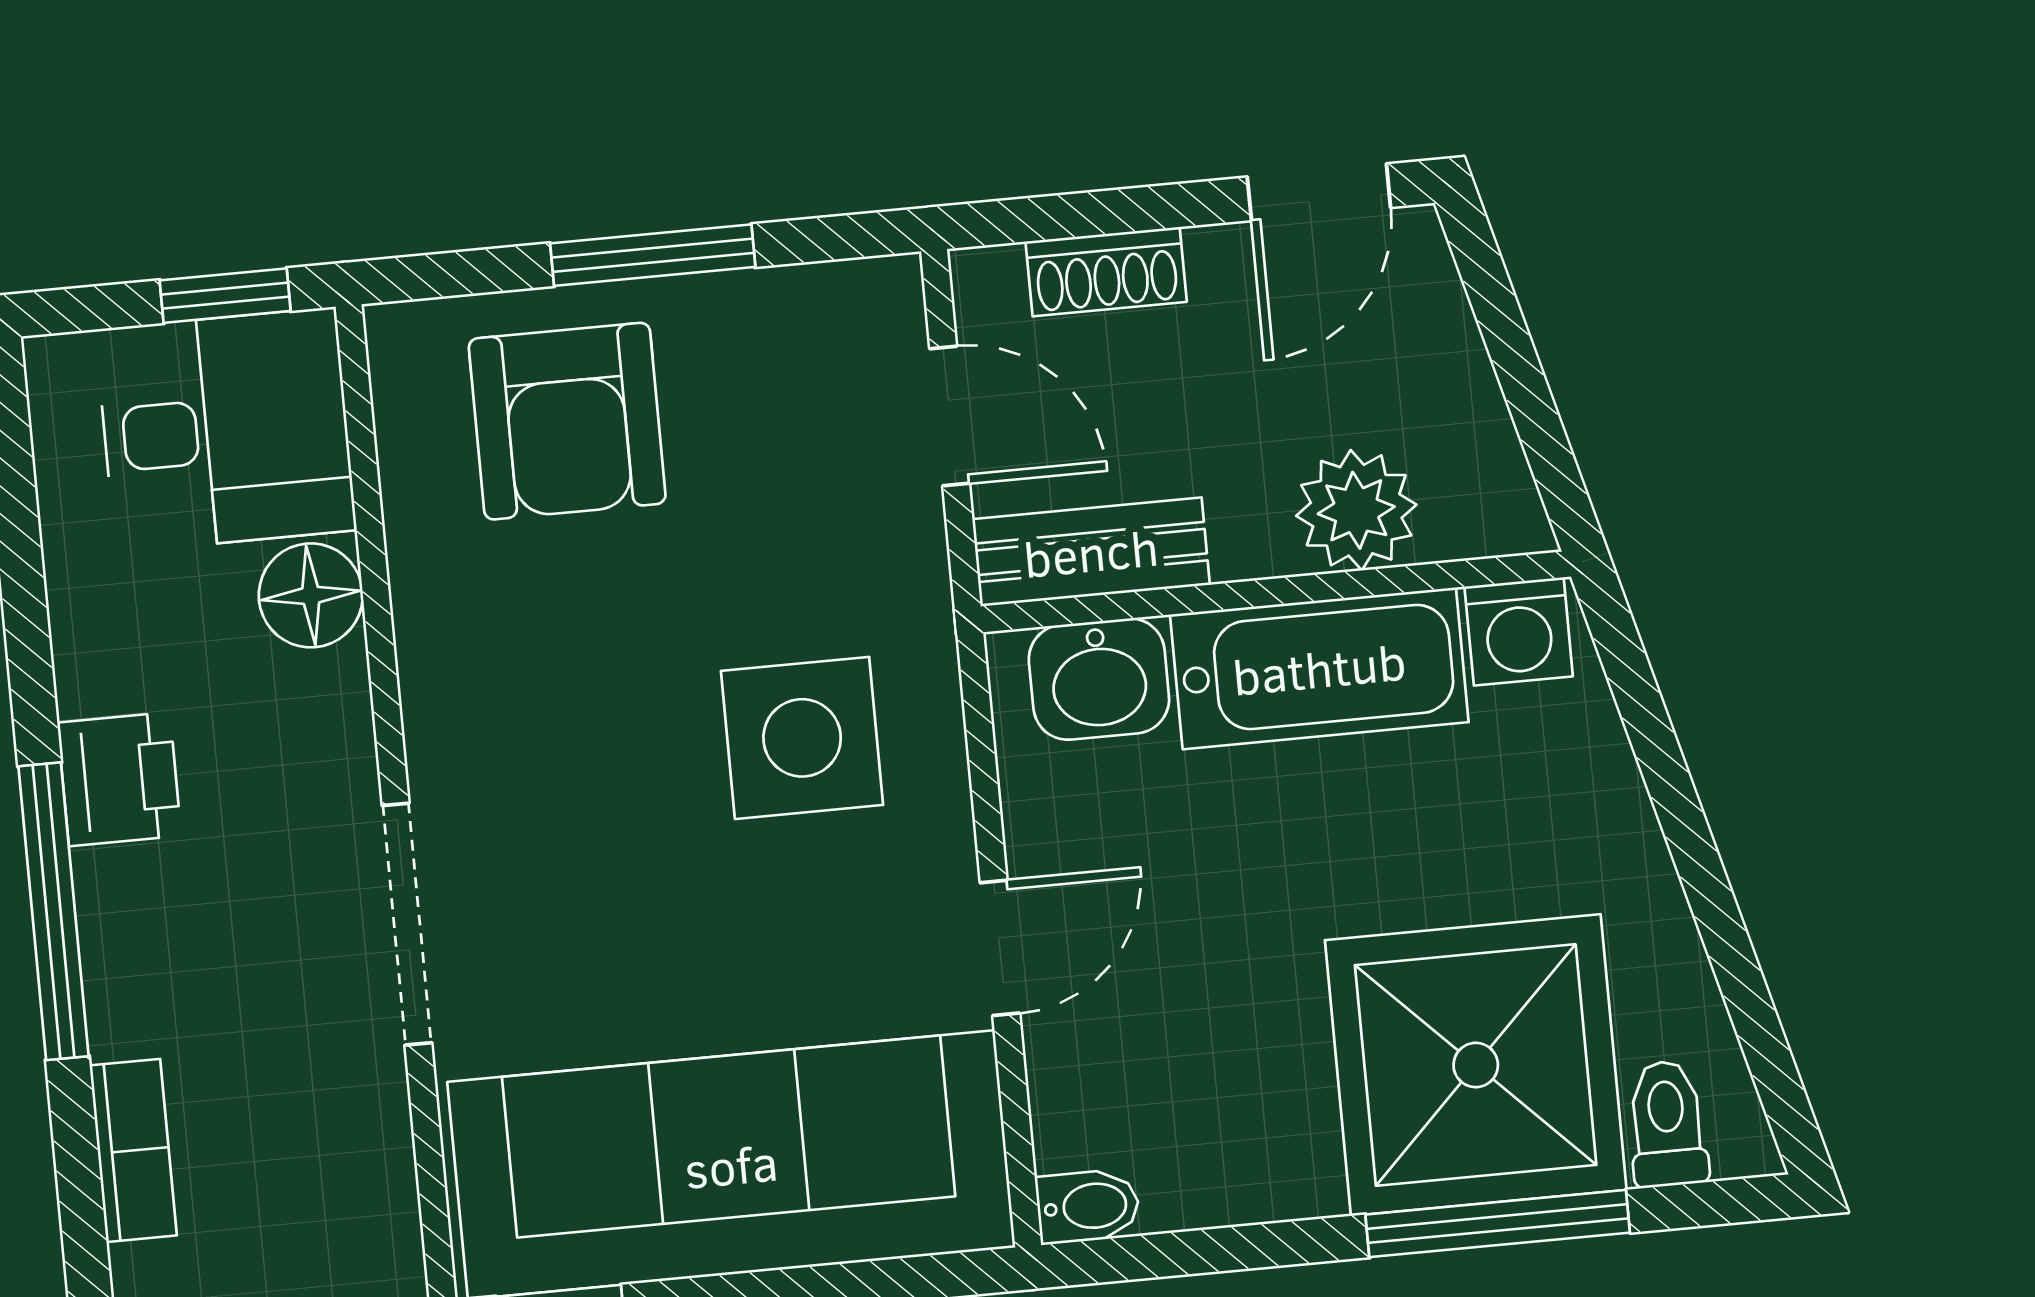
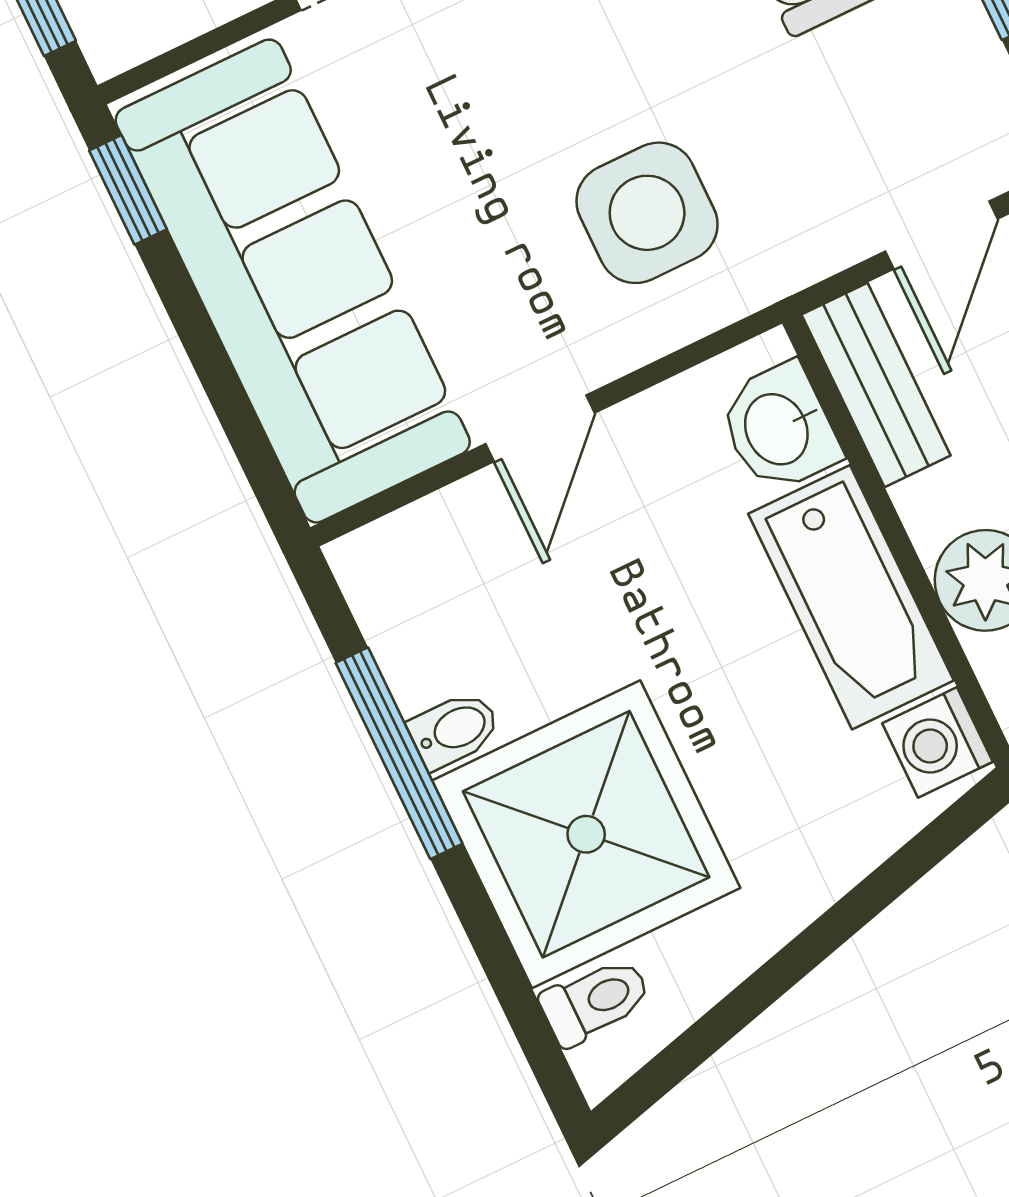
door: (1000, 948) -> (540, 428), hinge flipped
bidet: (1088, 1206) -> (454, 730), moved, turned -90
window: (1498, 1224) -> (399, 753), moved

